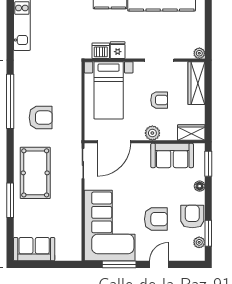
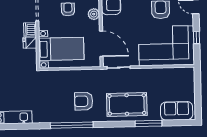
dishwasher: (101, 51) -> (30, 29), moved
armchair: (41, 118) -> (84, 101), turned -90
sofa: (34, 249) -> (177, 111), moved, turned 90
window: (119, 264) -> (196, 38), width x0.46

